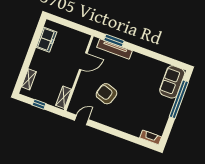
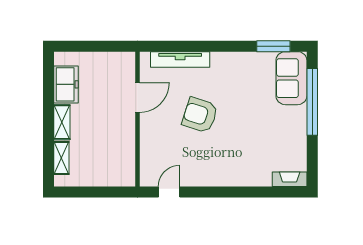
window: (114, 40) -> (273, 46), moved
armchair: (106, 94) -> (200, 115), moved
shelving: (64, 97) -> (62, 122), moved
window: (39, 104) -> (92, 192), removed

